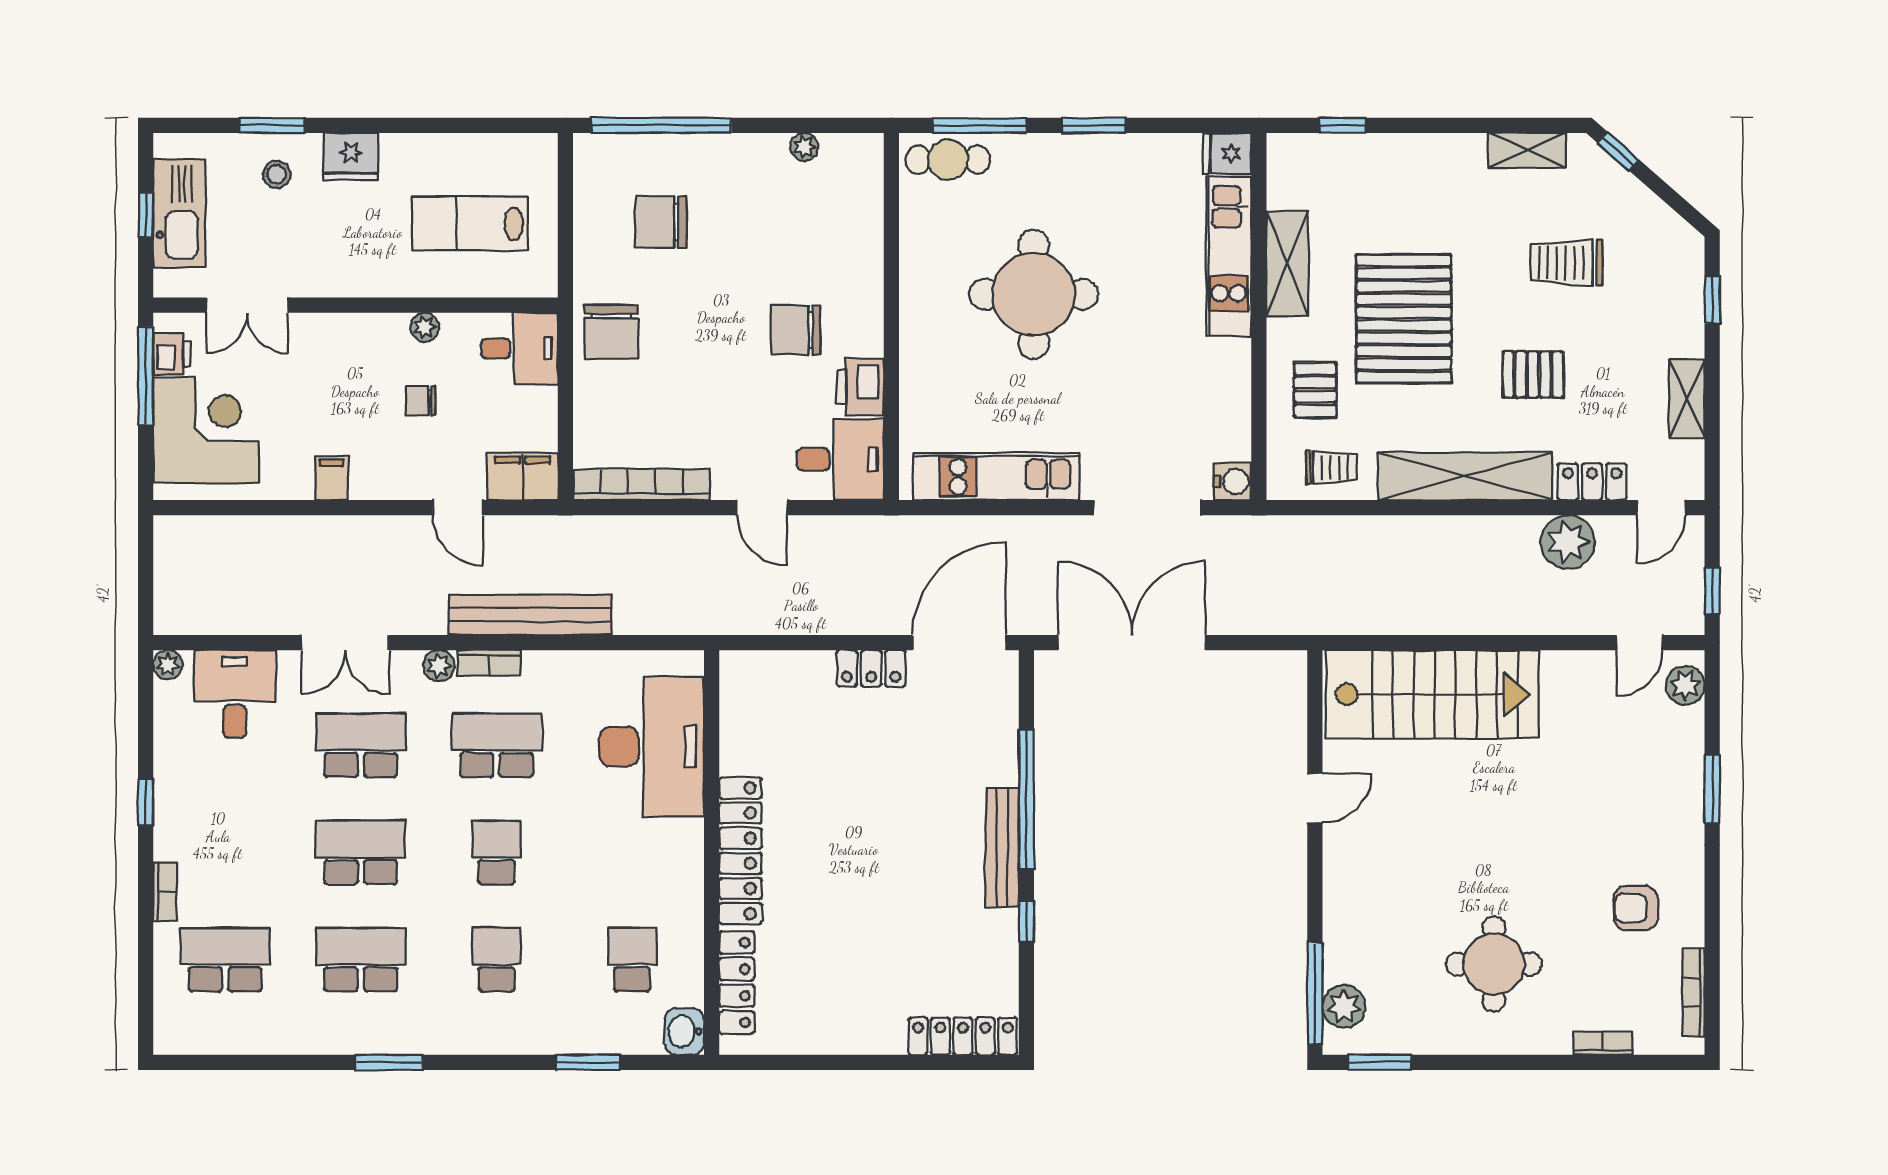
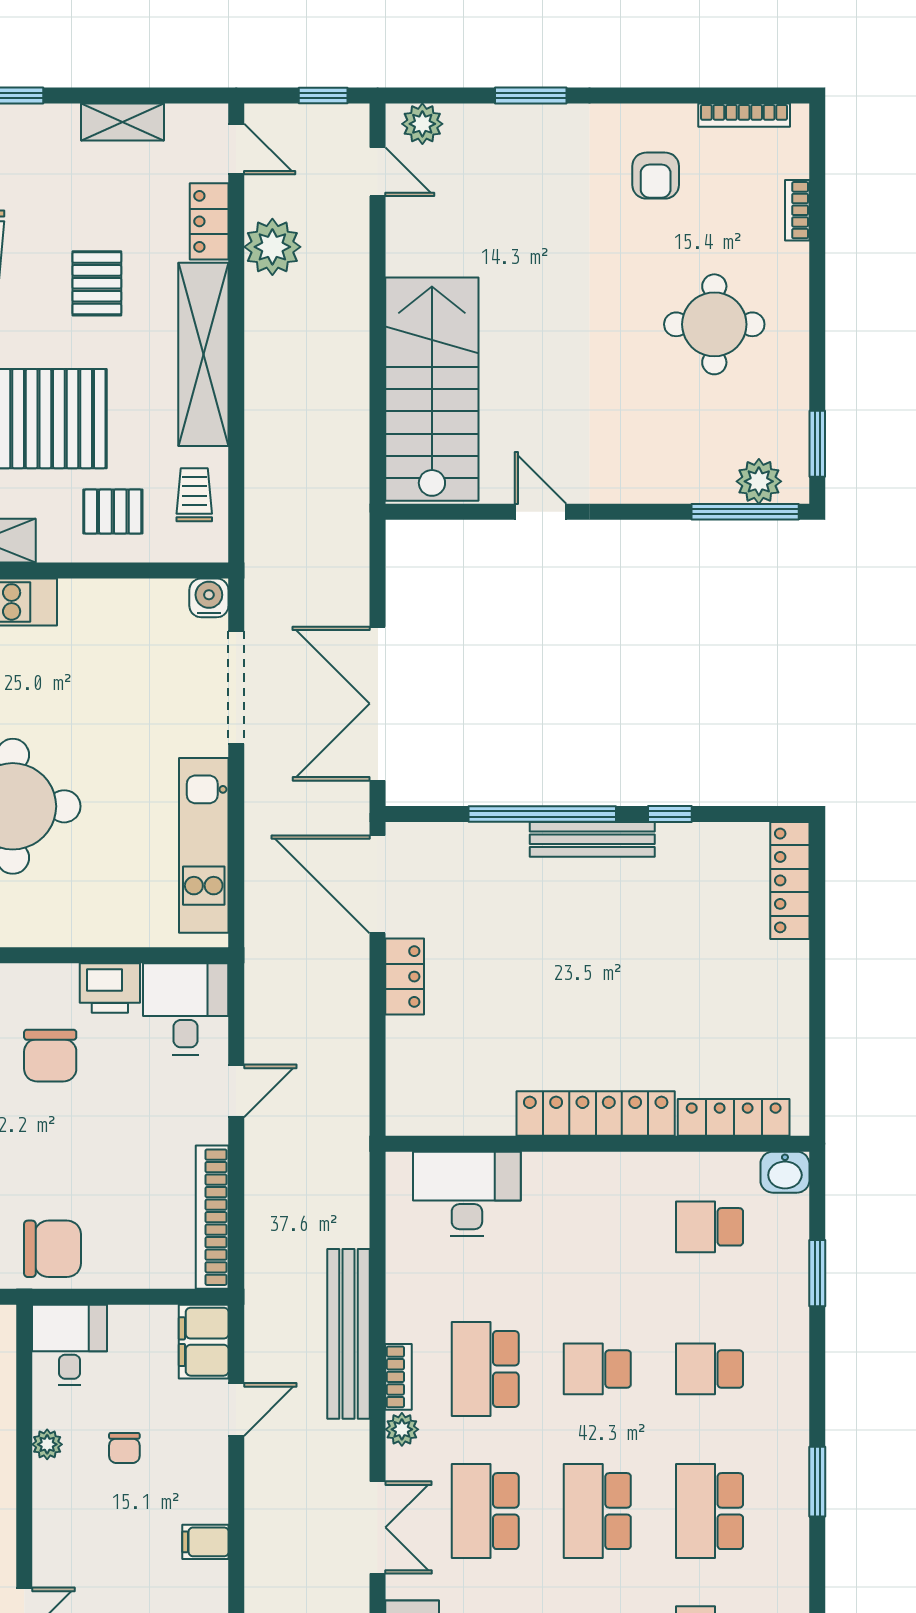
desk: (652, 747) -> (467, 1194), width x0.73, depth x0.77

